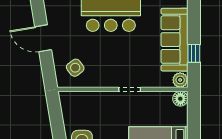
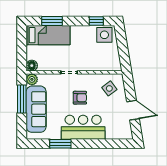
window: (194, 53) -> (22, 99), width x2.17
armchair: (115, 55) -> (80, 98), added

